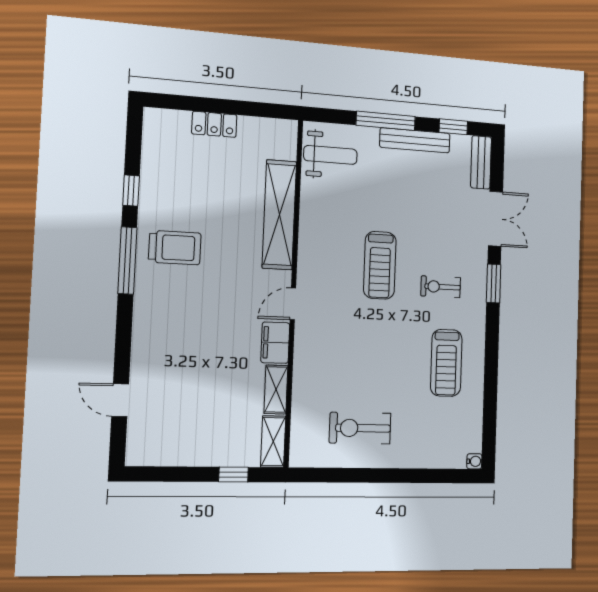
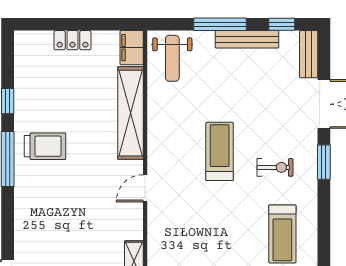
weight bench: (330, 155) -> (172, 58), turned 90
treadmill: (380, 265) -> (220, 151), turned 180
exercise bike: (441, 287) -> (275, 167), turned 180
filing cabinet: (275, 343) -> (132, 48), moved

